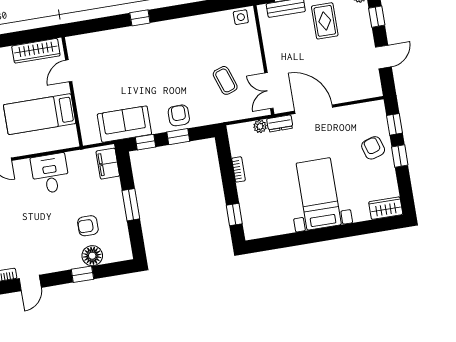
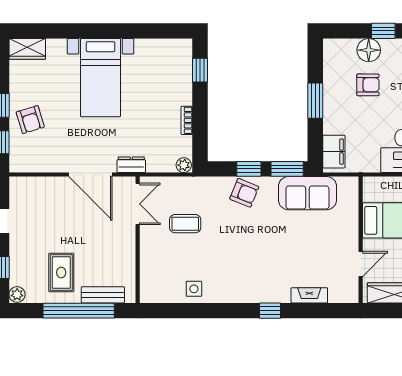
side table: (241, 17) -> (194, 289), moved
fireplace: (108, 37) -> (309, 295), added
coffee table: (225, 80) -> (185, 224), turned -71
armchair: (179, 115) -> (244, 193), turned -68
plant: (260, 126) -> (184, 165), moved
window: (145, 142) -> (287, 169), width x1.50

